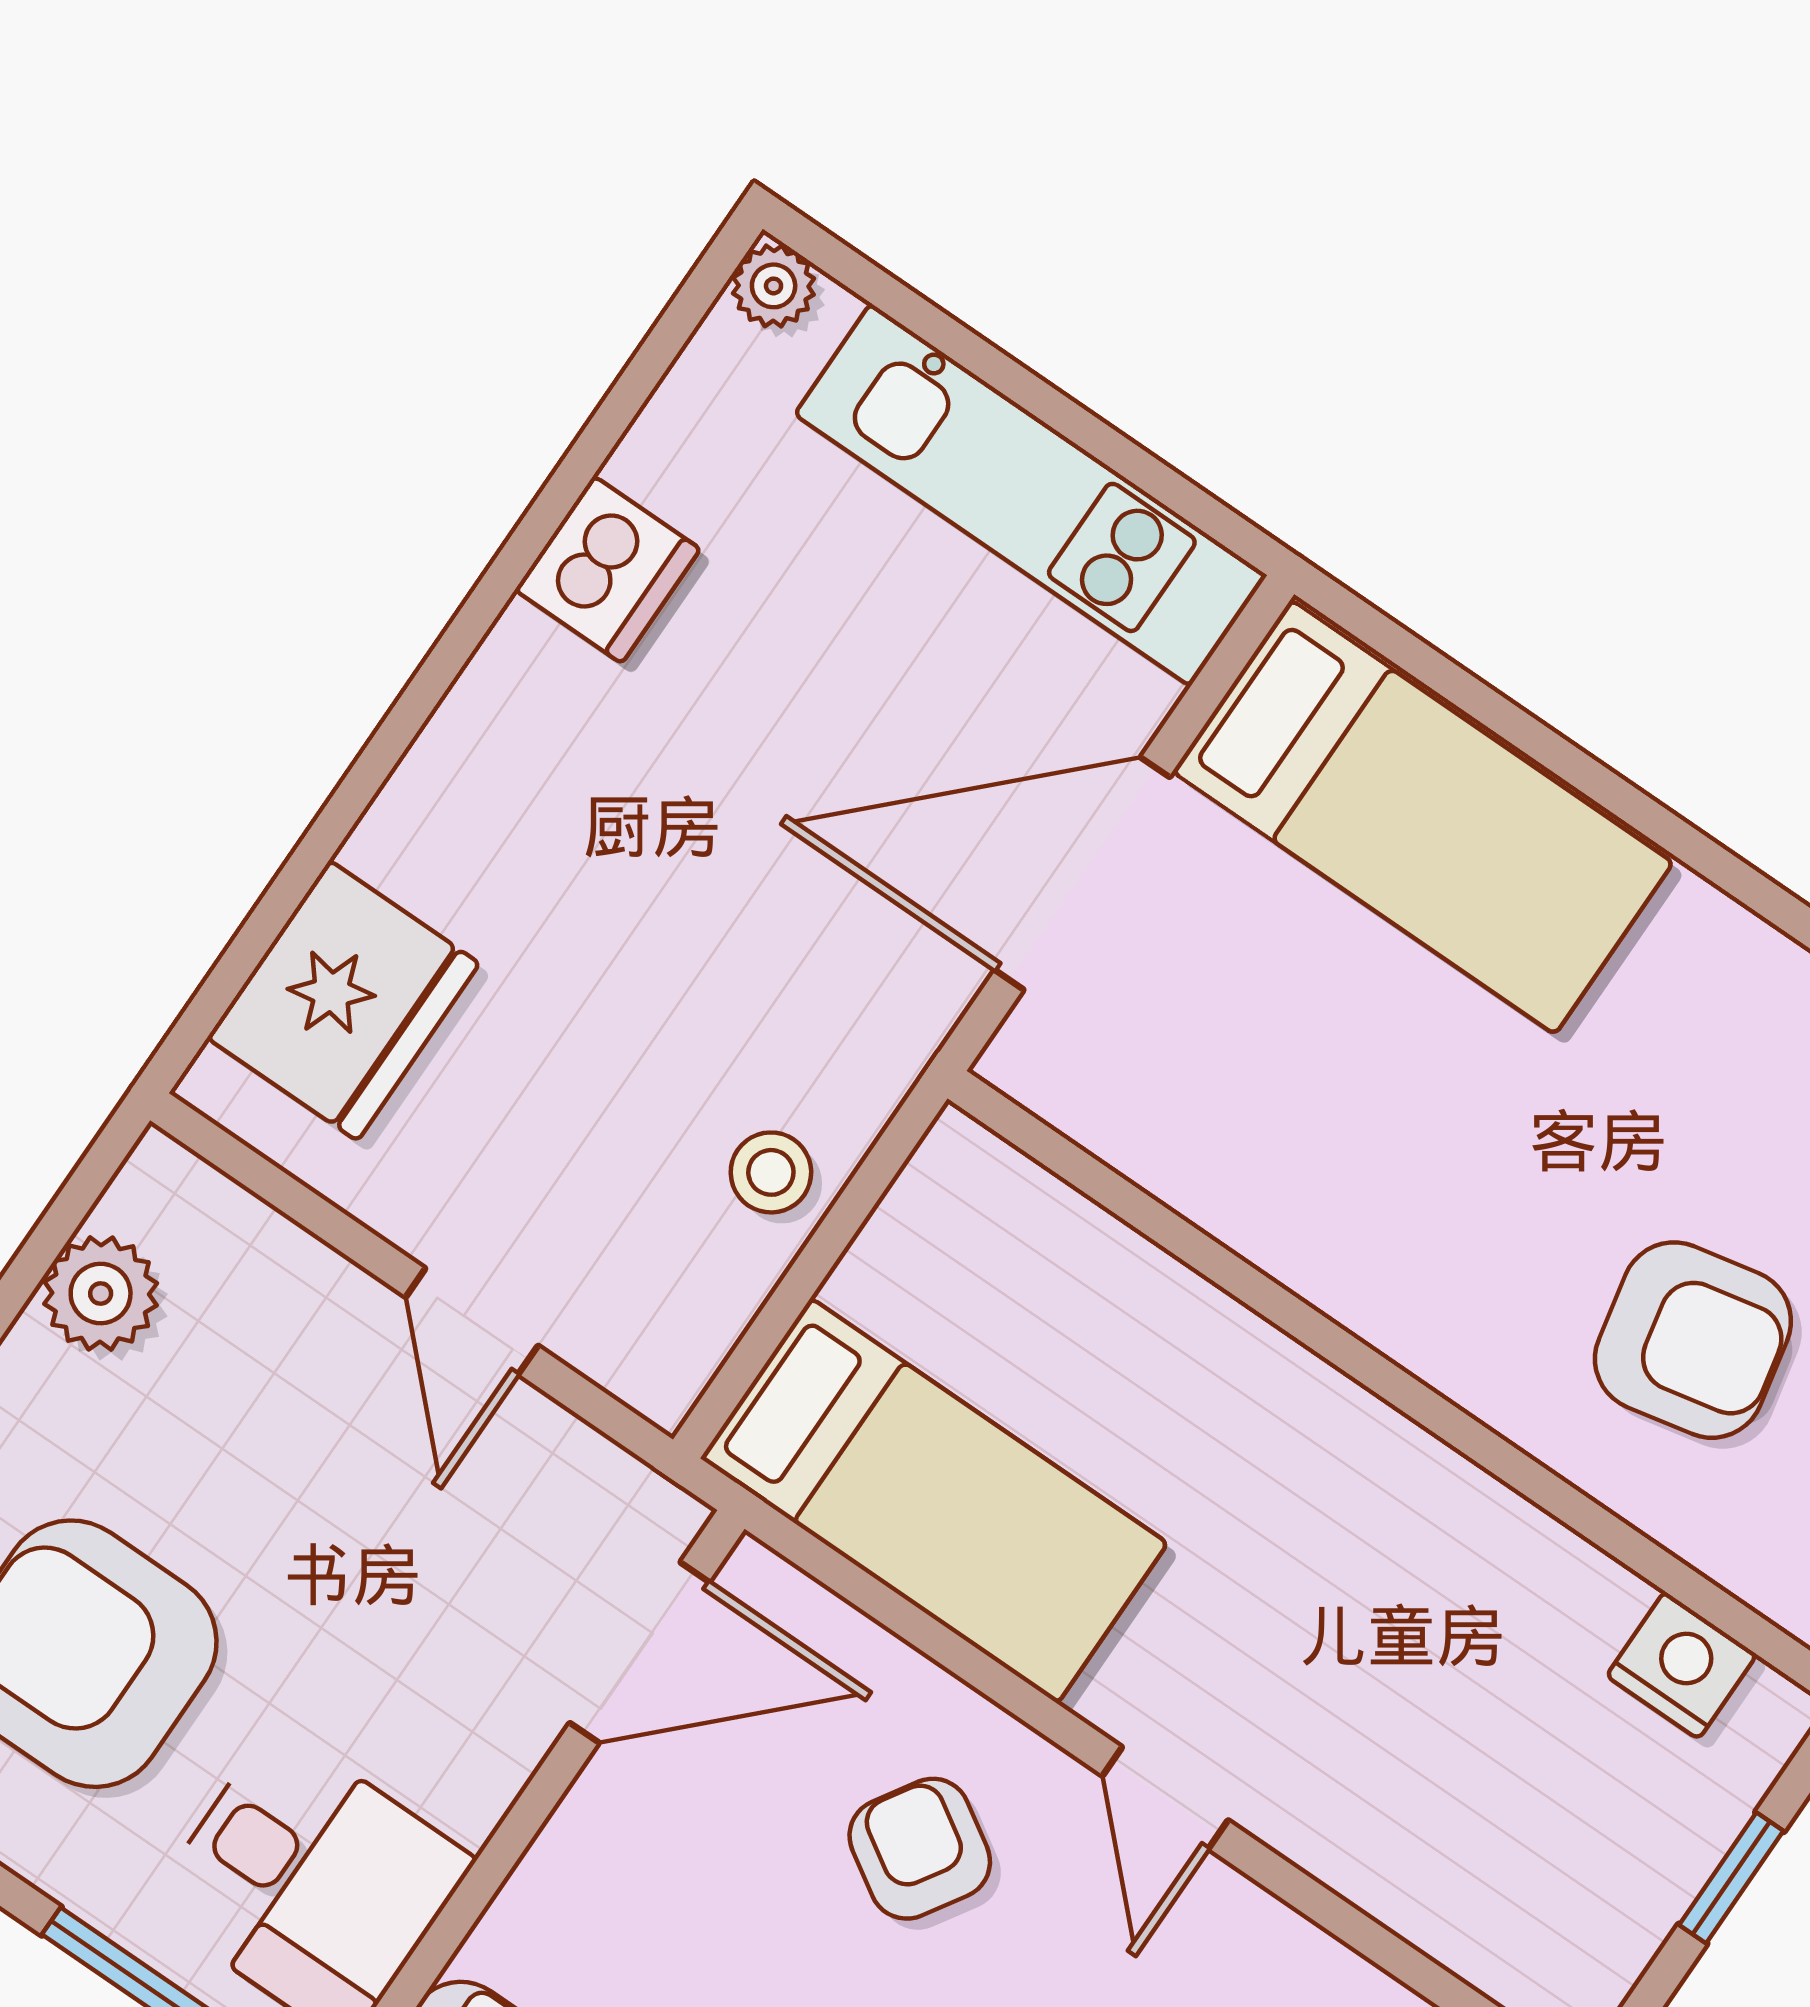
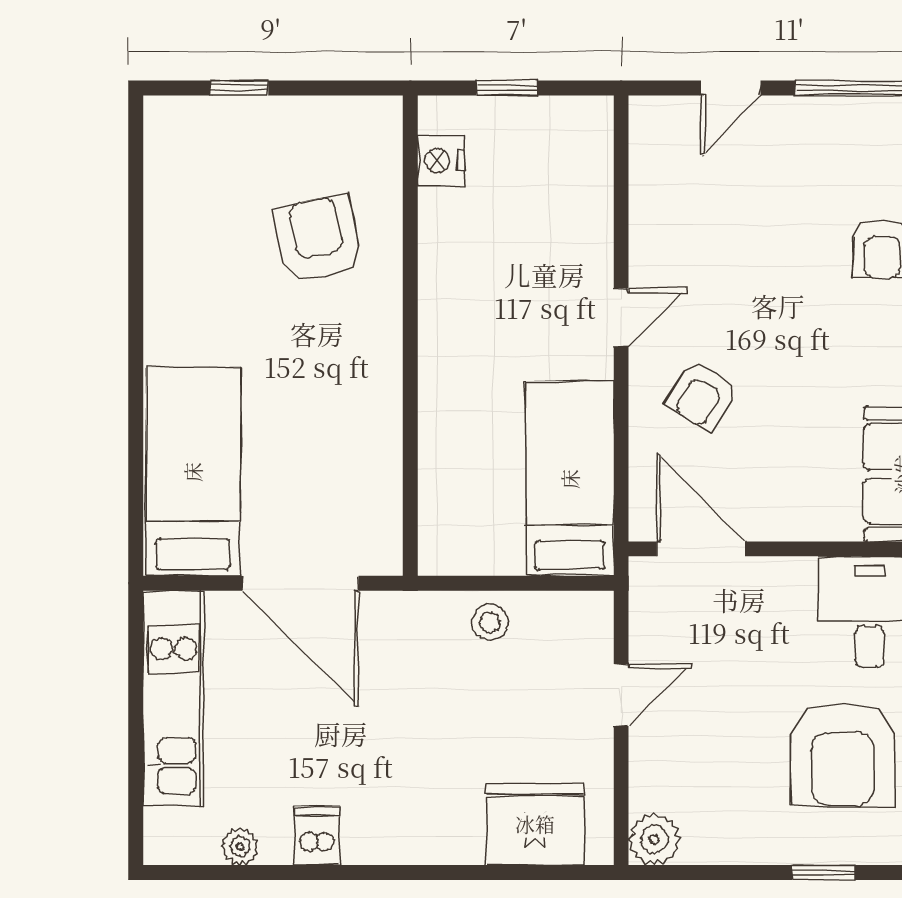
plant: (774, 286) -> (240, 847), moved
dishwasher: (608, 570) -> (317, 836), width x0.73
plant: (101, 1294) -> (654, 839), moved

